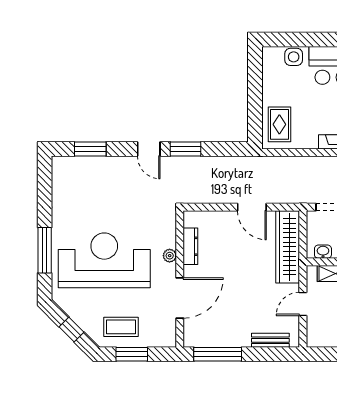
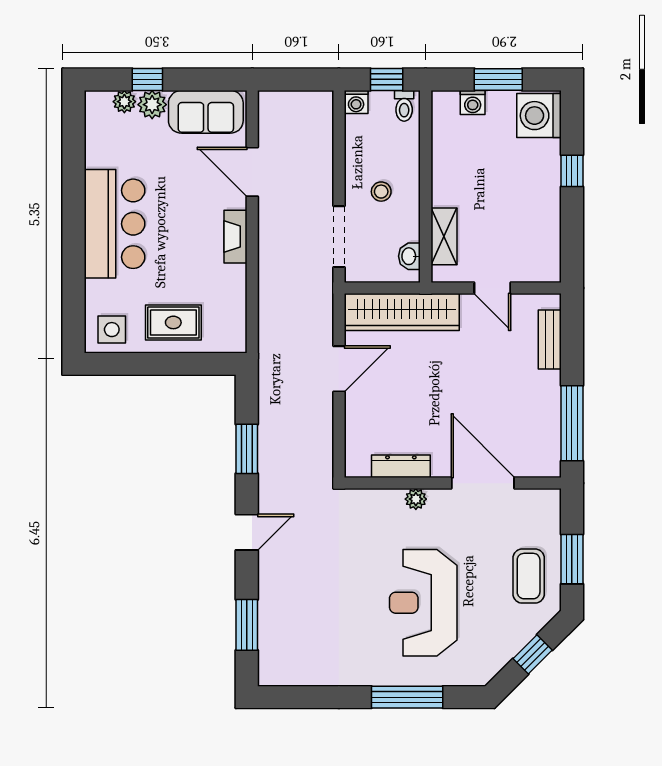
side table: (294, 57) -> (112, 330), moved
rug: (279, 124) -> (173, 322), moved
window: (185, 149) -> (247, 449), moved
reception desk: (104, 260) -> (423, 603), width x0.74, depth x0.77

